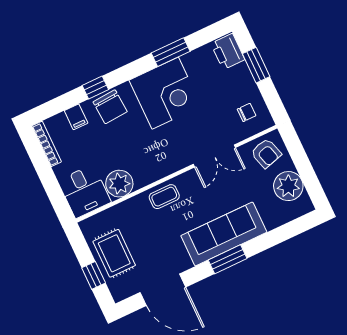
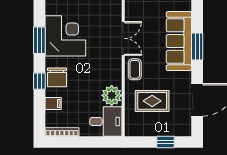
window: (171, 52) -> (39, 40), moved
chair: (110, 107) -> (57, 77), turned 94
double door: (214, 156) -> (123, 38), moved
rug: (114, 253) -> (152, 101), moved

